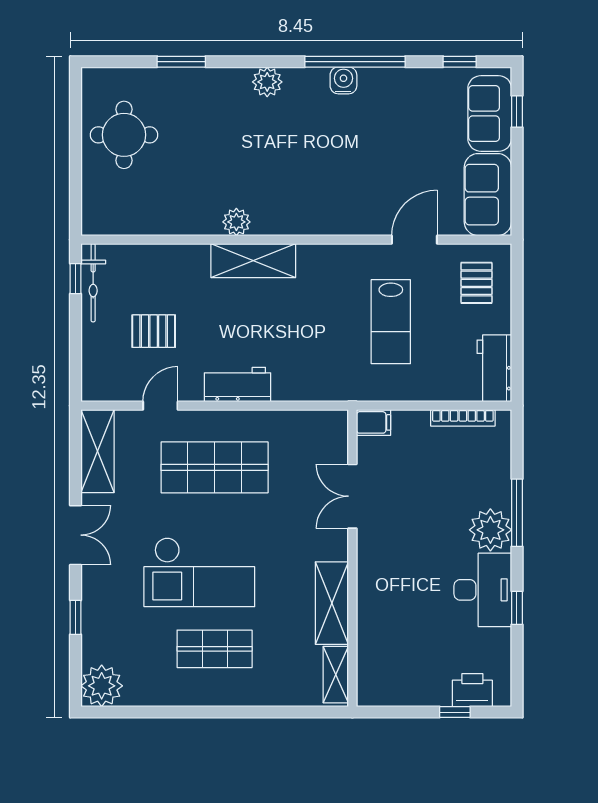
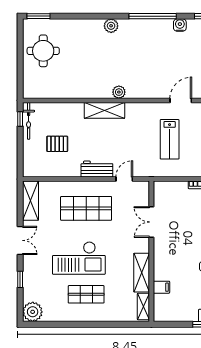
window: (181, 62) -> (38, 16), moved
water cooler: (343, 80) -> (180, 25), moved
plant: (236, 222) -> (119, 92), moved
door: (160, 406) -> (124, 179), moved
filing cabinet: (374, 422) -> (161, 287), moved

